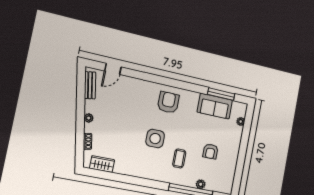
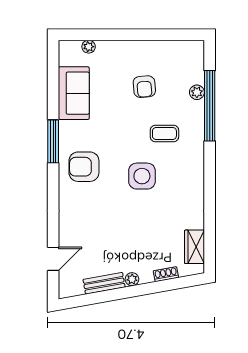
door: (113, 69) -> (53, 259), hinge flipped
bench: (90, 85) -> (104, 283), moved
window: (221, 94) -> (53, 141), moved
armchair: (210, 151) -> (144, 87), turned 85

